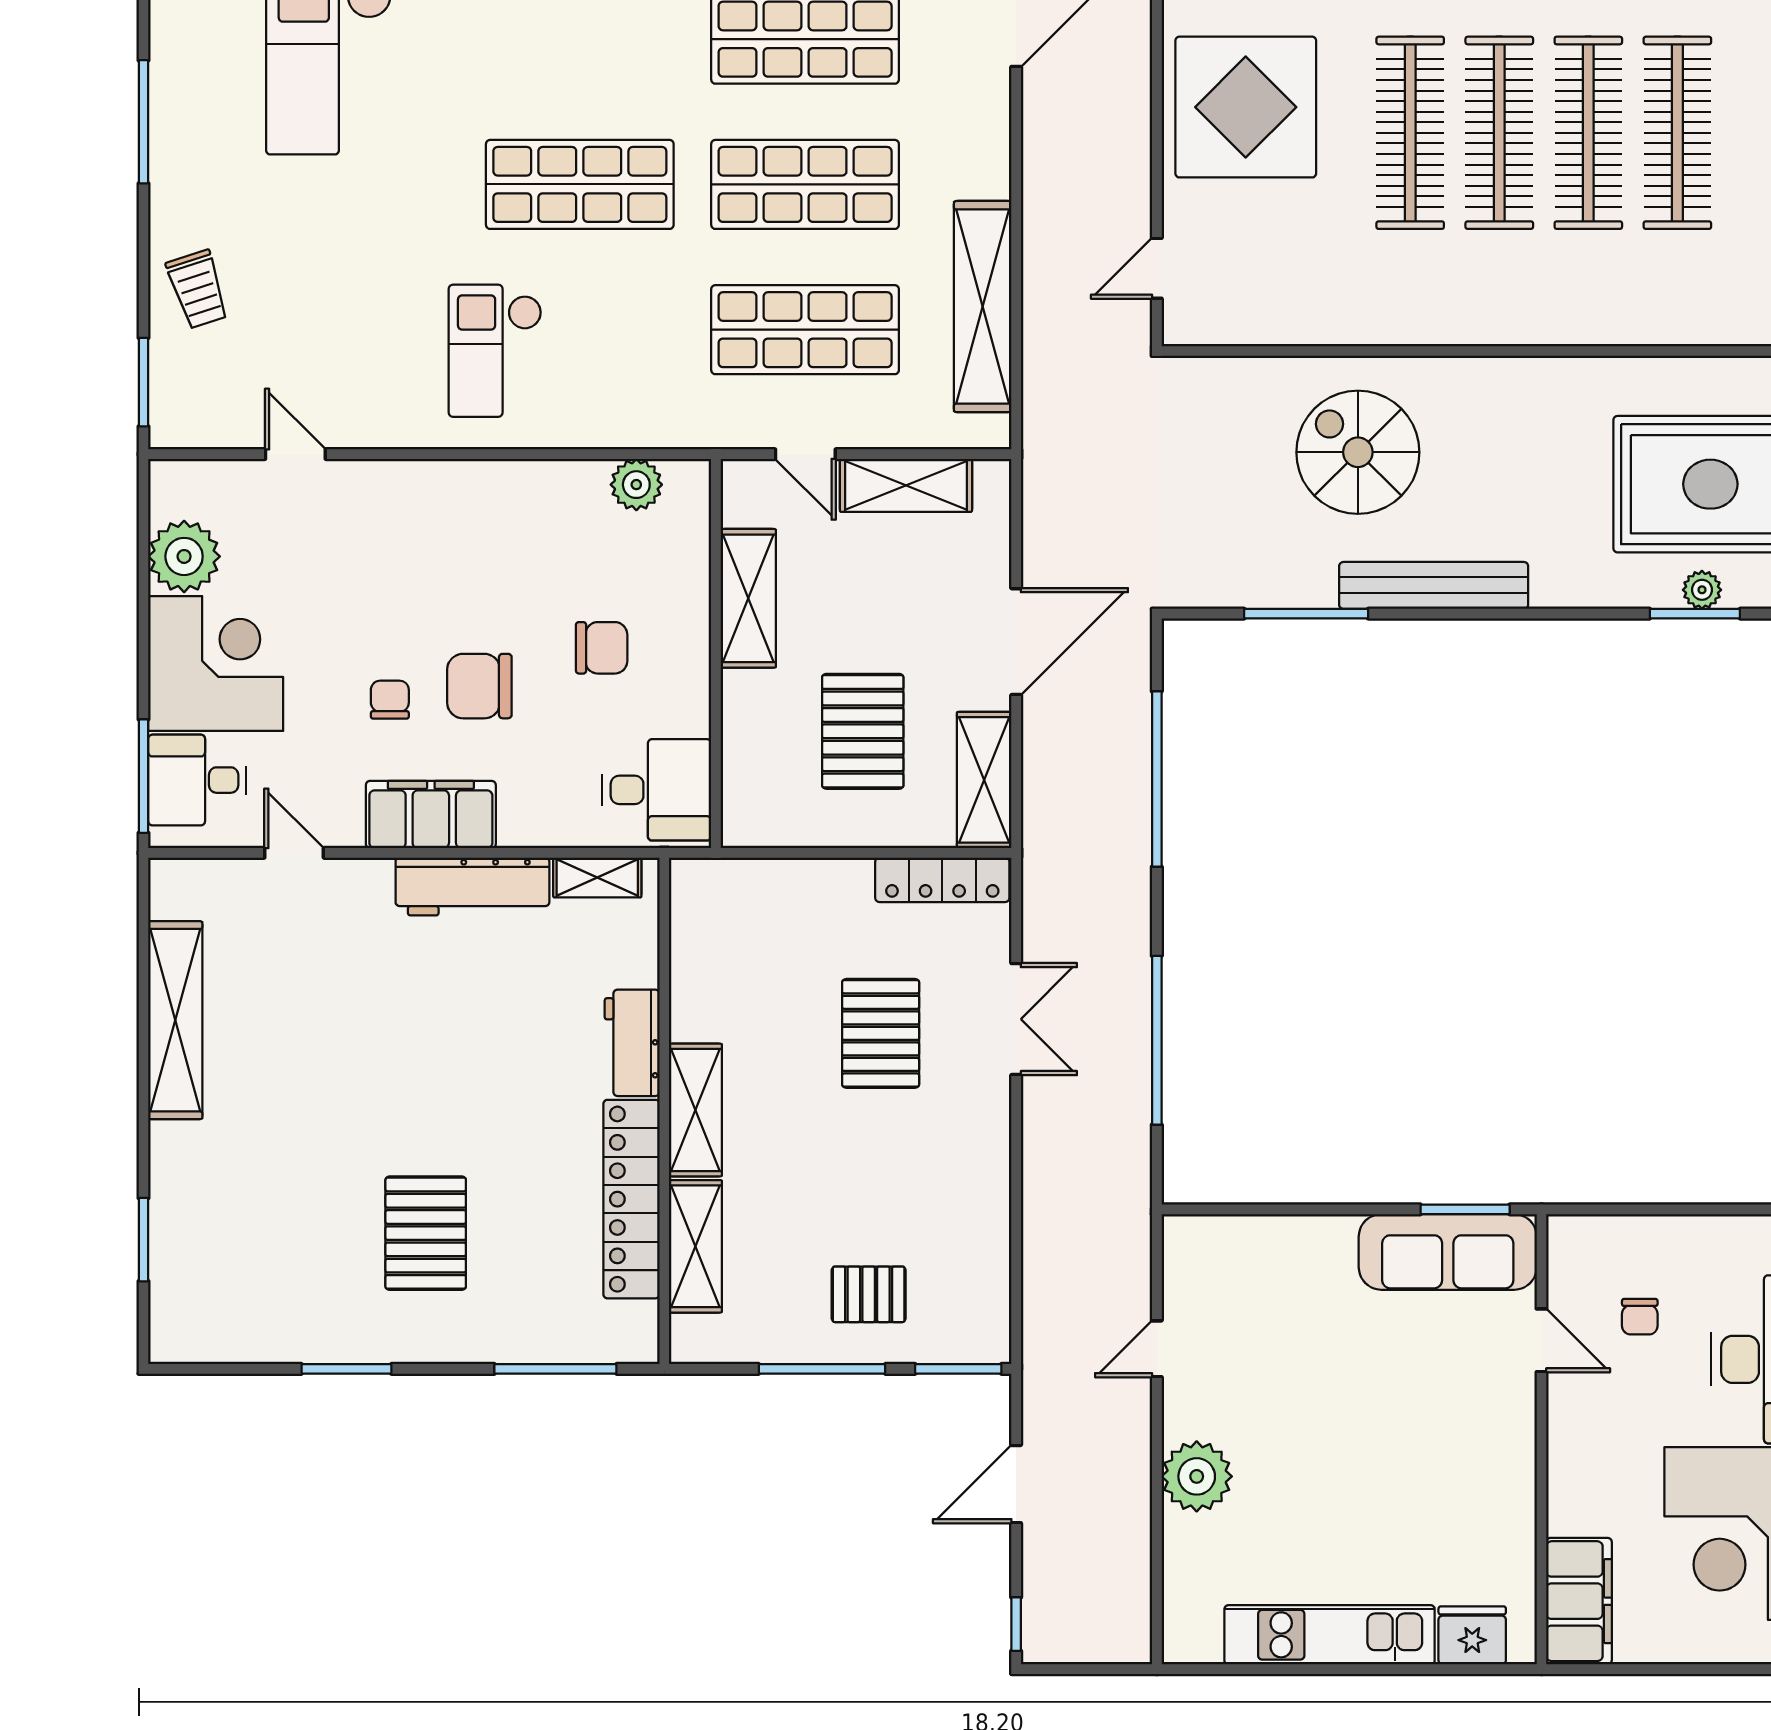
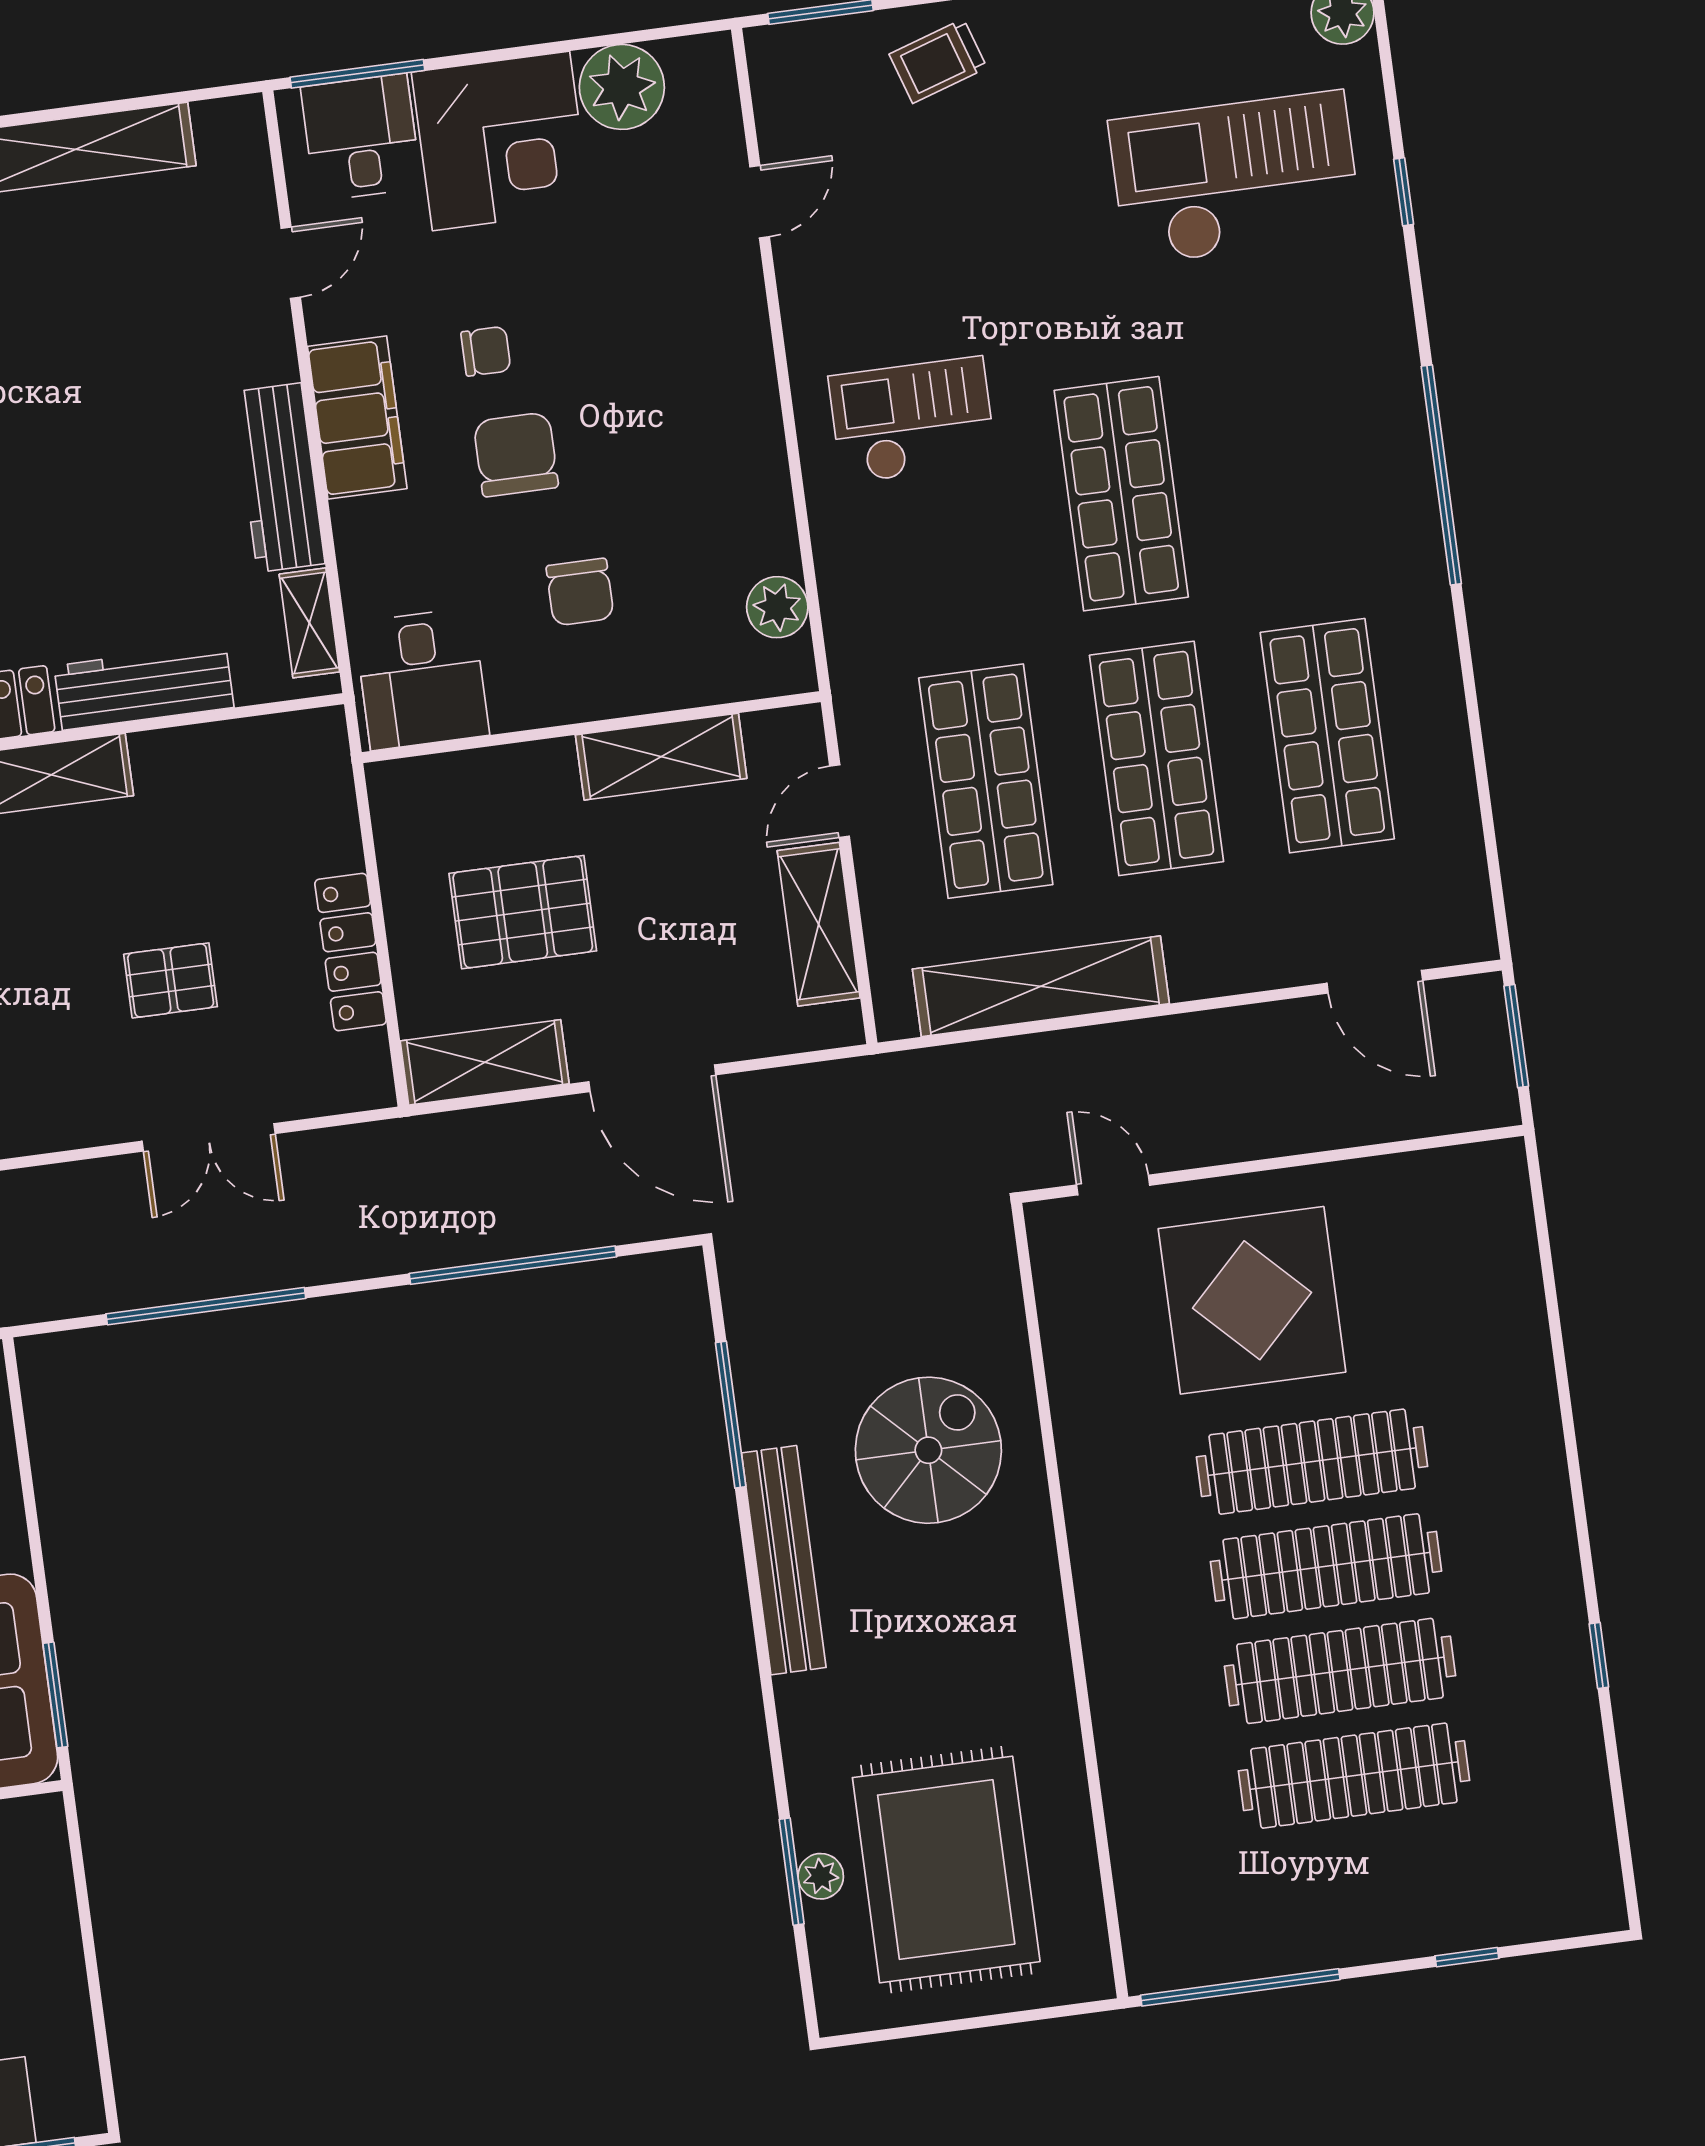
display table: (1246, 107) -> (1252, 1300), moved
locker: (942, 880) -> (350, 952), moved
pallet: (881, 1033) -> (171, 980), width x0.67, depth x0.71
workbench: (632, 1043) -> (144, 687), width x1.38

